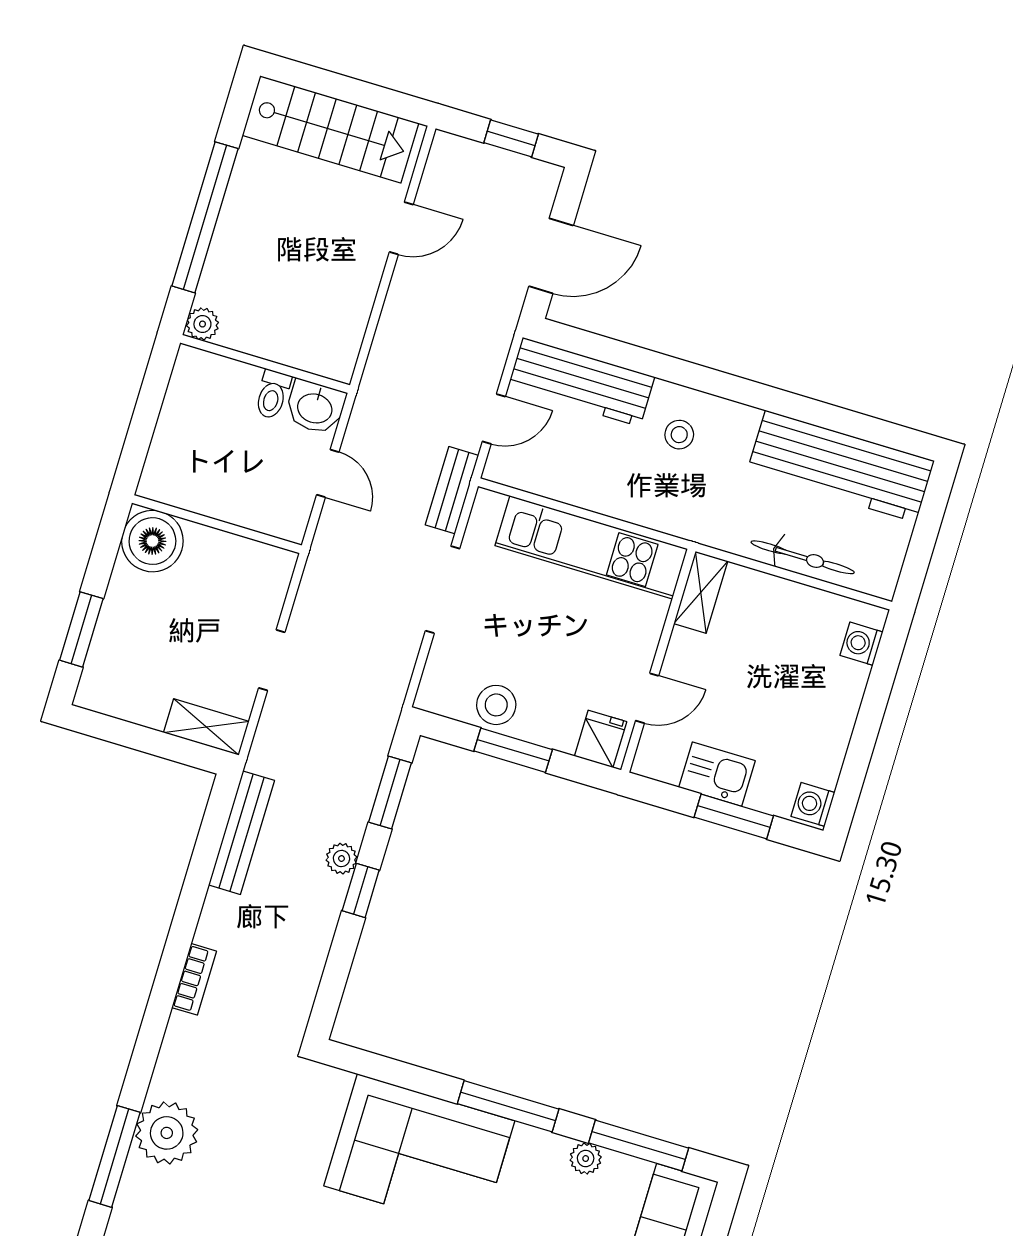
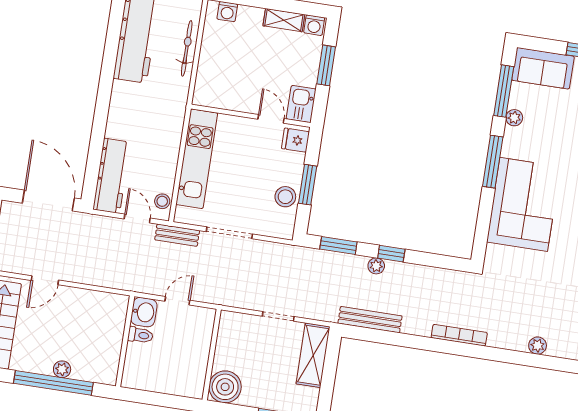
door: (401, 228) -> (45, 280), swing flipped
door: (551, 256) -> (48, 201), width x1.36
plant: (202, 324) -> (62, 369), moved
stool: (679, 435) -> (162, 201), moved
shelving: (701, 592) -> (284, 20), moved
shelving: (206, 727) -> (313, 355), width x1.50, depth x1.33
kitchen sink: (717, 774) -> (301, 104), moved
bookcase: (194, 979) -> (459, 335), width x1.56
plant: (167, 1133) -> (538, 346), width x0.53, depth x0.53
window: (115, 1156) -> (547, 362), removed

